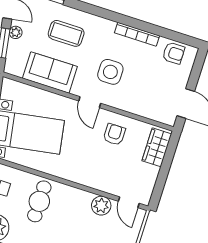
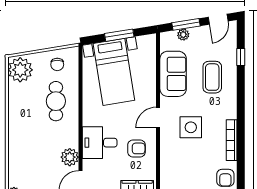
plant: (16, 32) -> (183, 35), moved
desk: (96, 170) -> (100, 143), added
cafe table: (39, 201) -> (56, 101), turned 90

